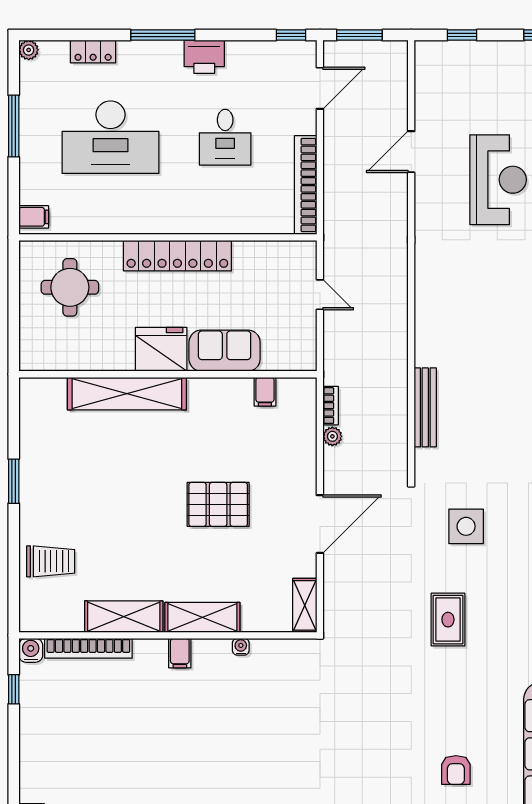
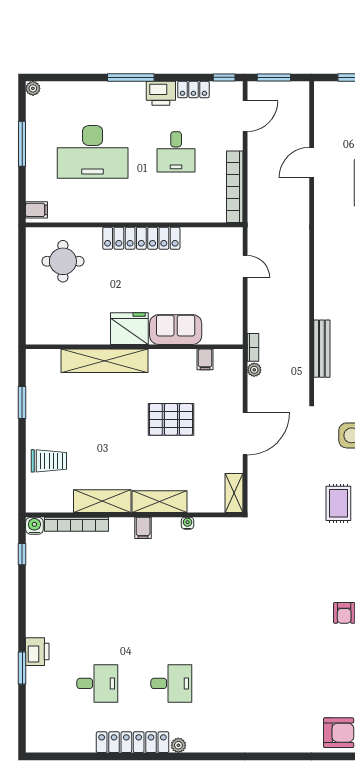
locker: (93, 52) -> (193, 89), moved
fridge: (161, 349) -> (129, 329), moved
sofa: (225, 351) -> (176, 330), moved
wall: (168, 374) -> (134, 347), moved
filing cabinet: (265, 392) -> (205, 359), moved
shelving: (127, 394) -> (104, 361), moved

